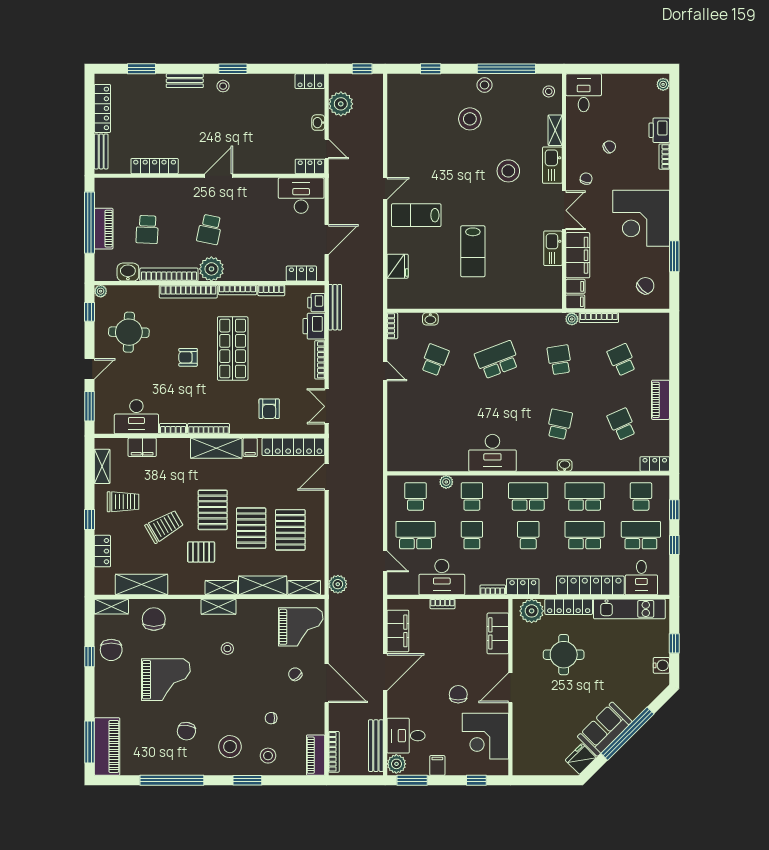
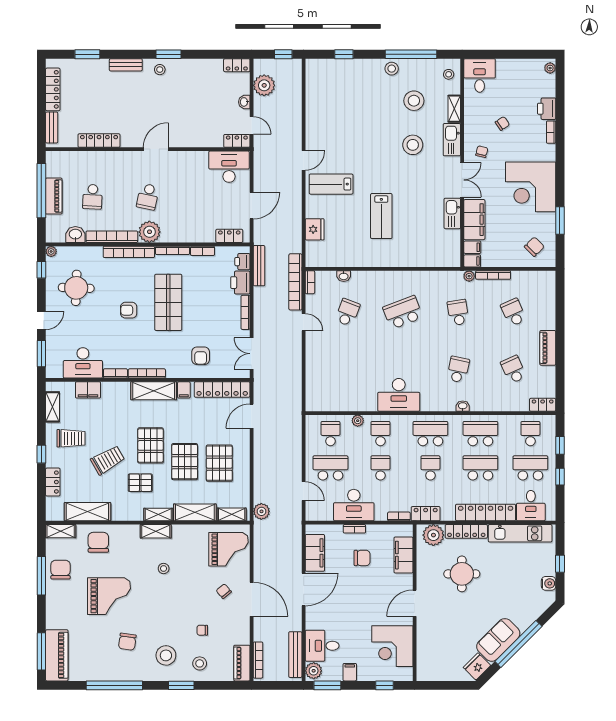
stool: (470, 119) -> (414, 101), moved
bookcase: (376, 326) -> (295, 282), added
chair: (111, 650) -> (60, 570), turned 180
window: (90, 657) -> (41, 576), width x2.17
chair: (458, 694) -> (362, 558), moved, turned 90

